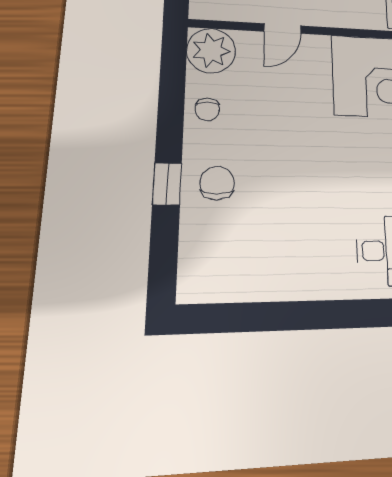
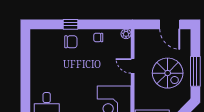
plant: (211, 51) -> (126, 34), width x0.53, depth x0.53

